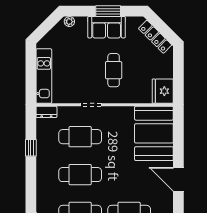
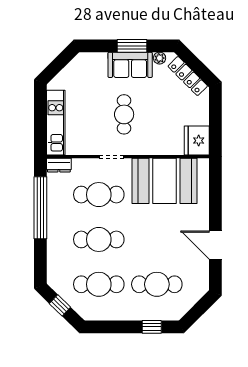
plant: (69, 22) -> (160, 58), moved
cafe table: (114, 70) -> (124, 114), moved
booth: (154, 133) -> (164, 181), moved, turned 90
window: (31, 148) -> (40, 208), width x3.17

